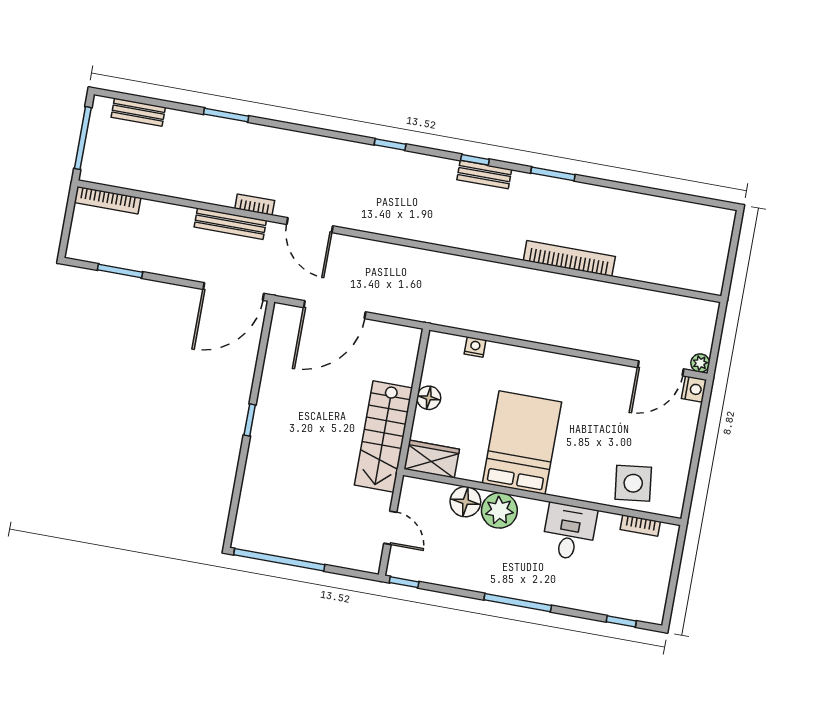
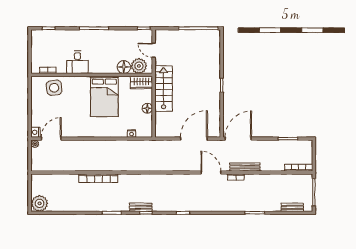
plant: (714, 225) -> (40, 203), added
plant: (499, 510) -> (139, 66), moved

